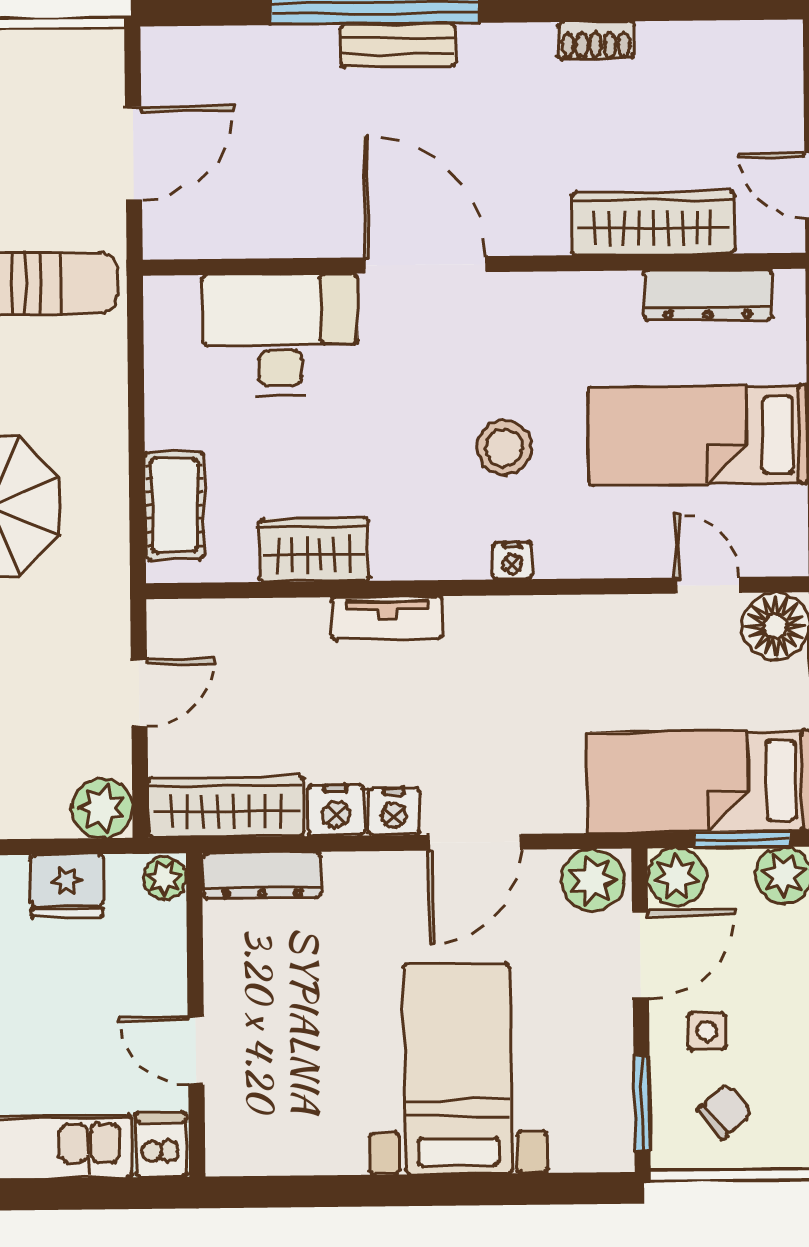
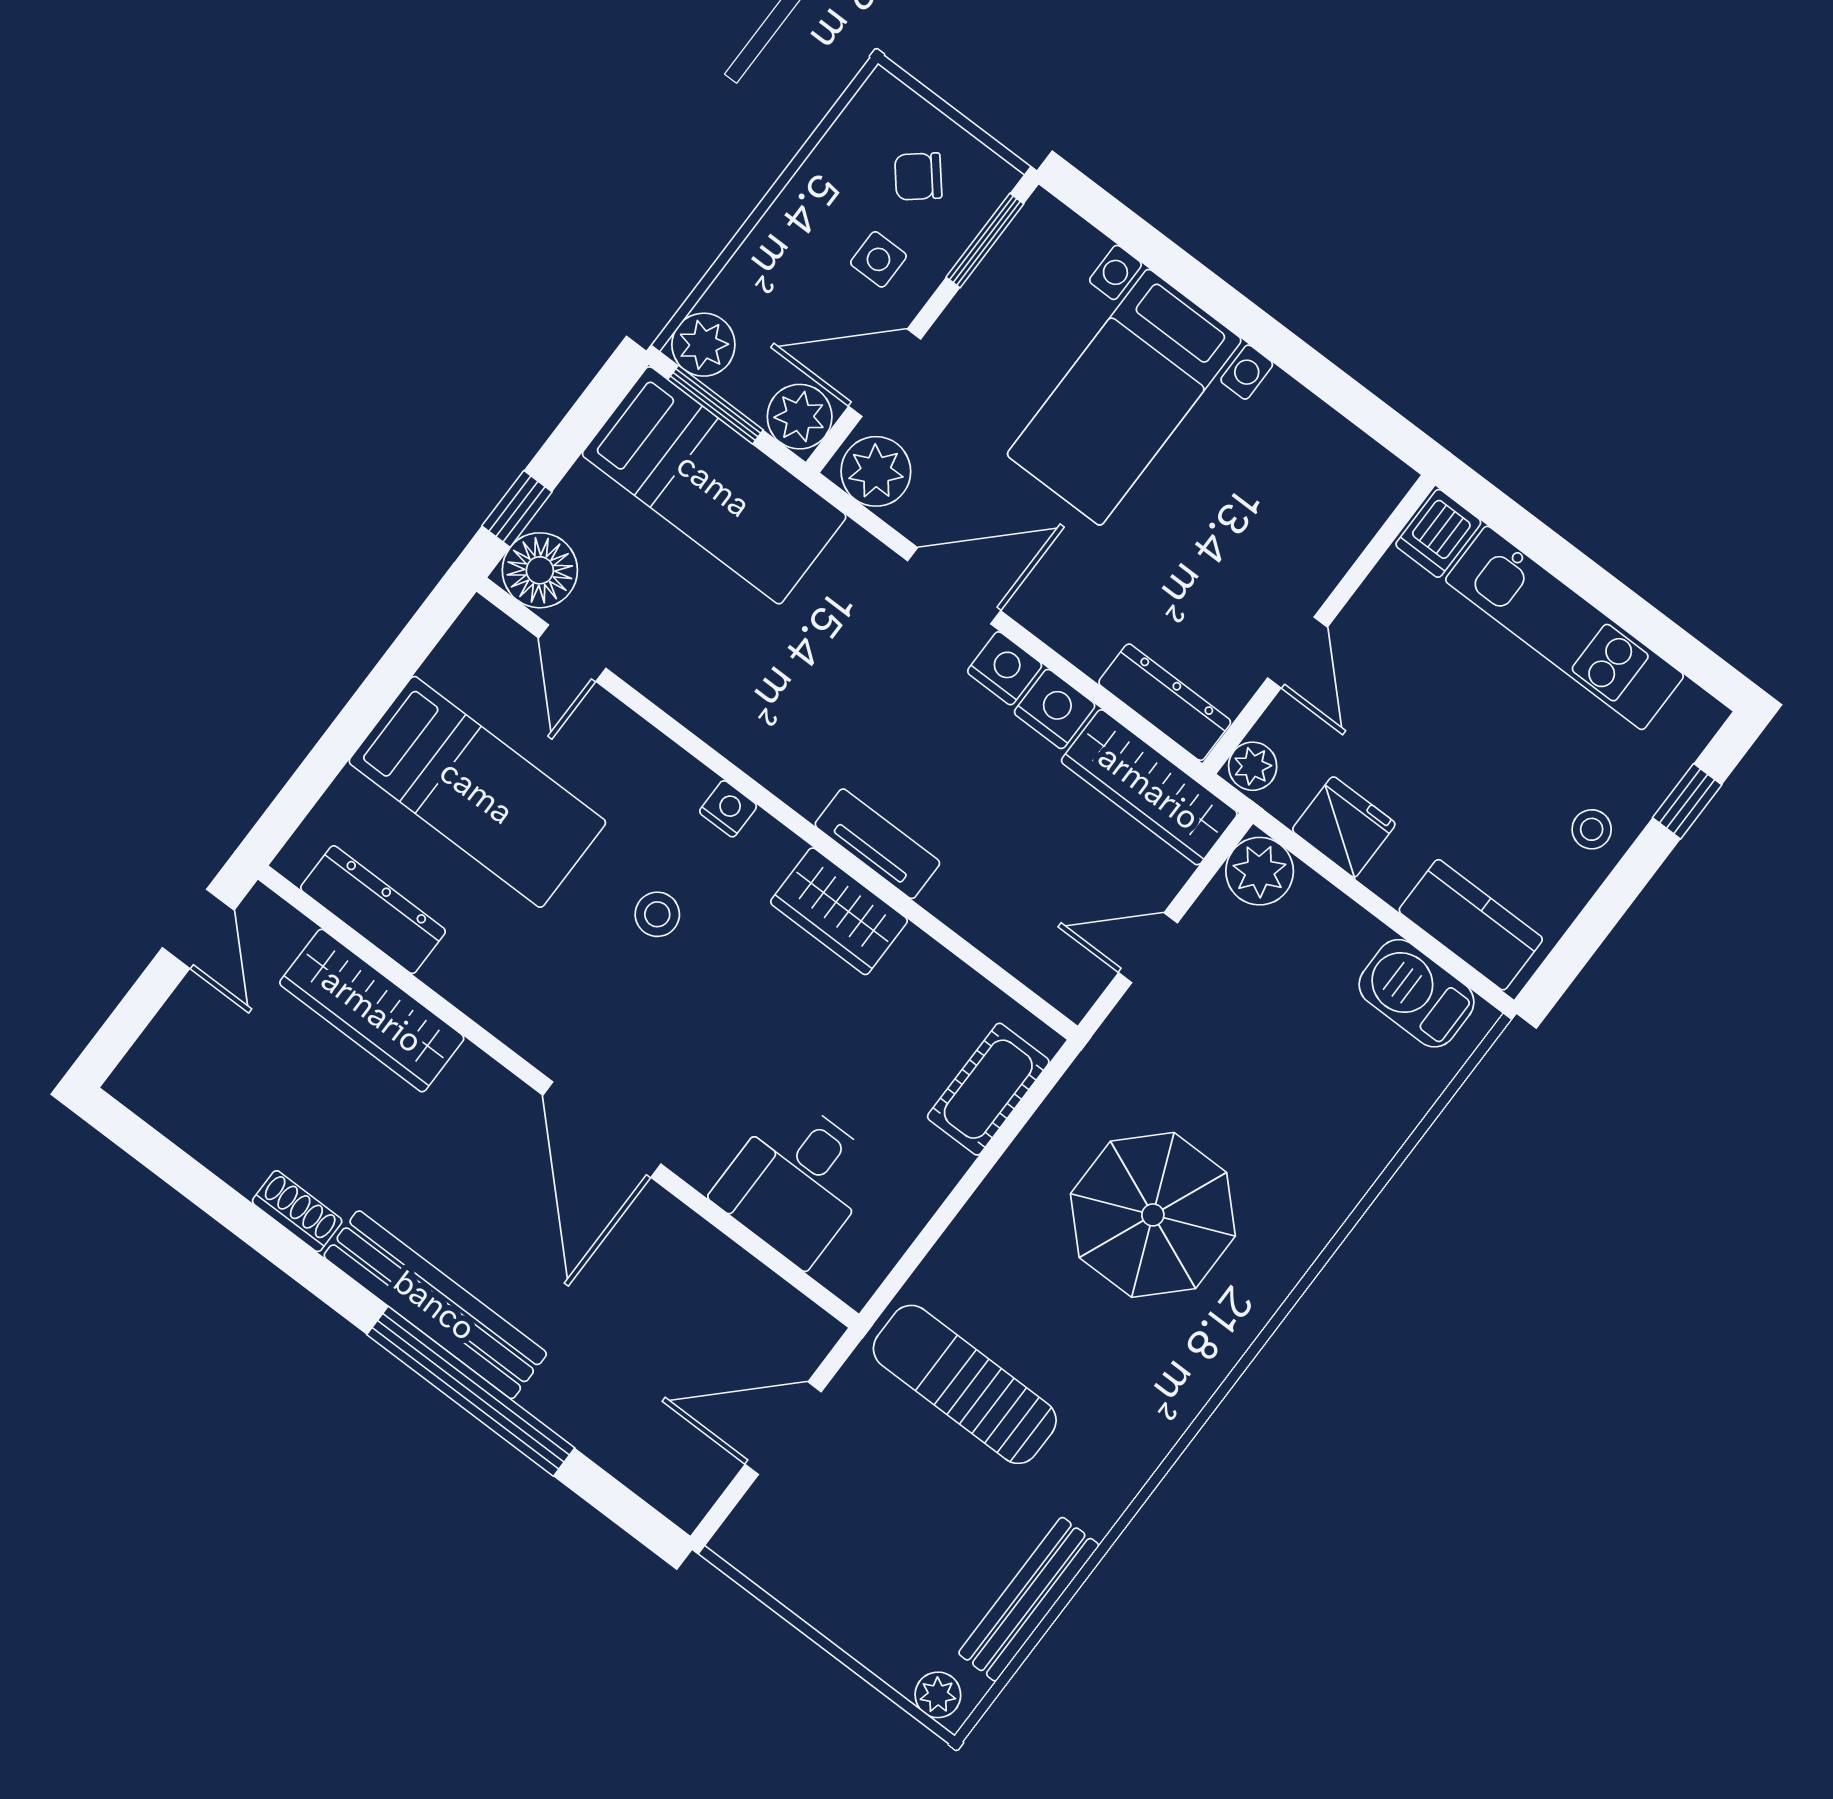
bench: (398, 46) -> (435, 1305), width x1.86, depth x1.21
desk: (280, 335) -> (797, 1181), width x0.73
stool: (504, 447) -> (657, 914), width x0.73, depth x0.73
wardrobe: (314, 550) -> (839, 911), moved
door: (196, 1050) -> (1298, 653), moved

